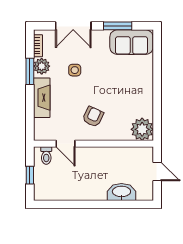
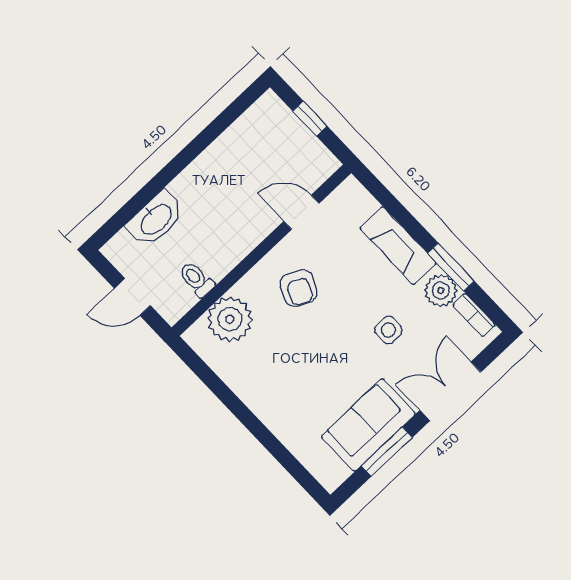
sofa: (131, 42) -> (368, 425), moved
plant: (142, 129) -> (230, 319), moved
toilet: (46, 155) -> (197, 279), moved

